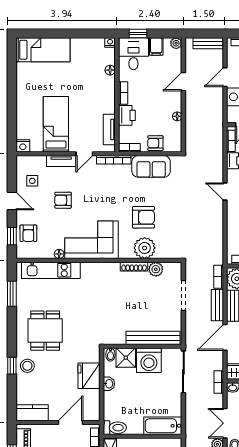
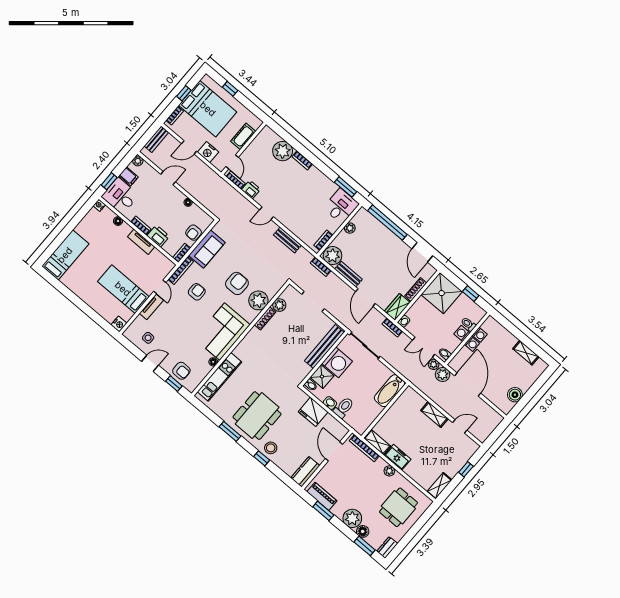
door: (225, 77) -> (189, 147), hinge flipped
door: (183, 82) -> (168, 178), swing flipped
tv unit: (109, 130) -> (141, 242), moved
armchair: (63, 200) -> (197, 292), moved, turned 180
window: (12, 294) -> (230, 431), moved
bench: (217, 305) -> (287, 240), moved
dining table: (45, 331) -> (257, 416), width x1.37
toilet: (115, 428) -> (344, 408), moved

